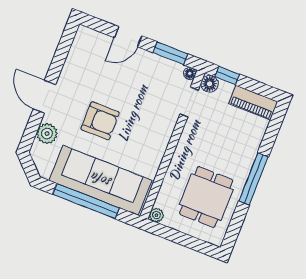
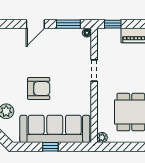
floor lamp: (210, 84) -> (103, 34), removed
doorway: (189, 102) -> (94, 70), moved
window: (86, 201) -> (50, 147), width x0.32

